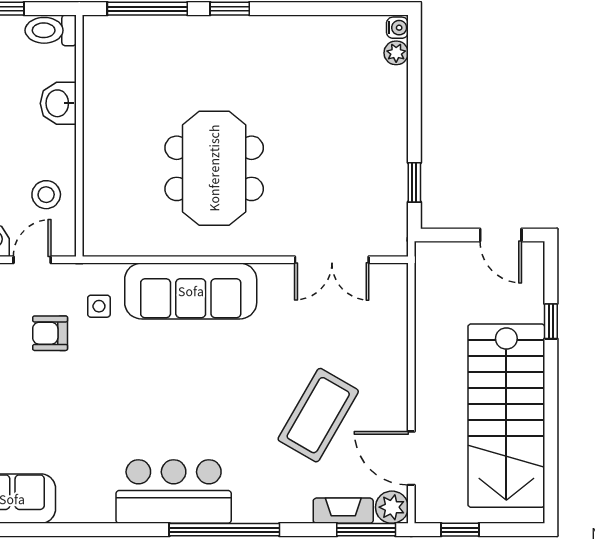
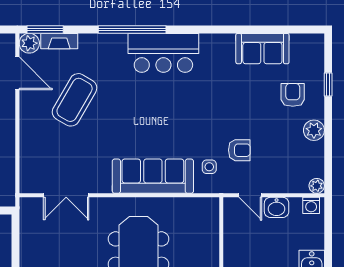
window: (414, 182) -> (15, 243), removed
stool: (46, 195) -> (242, 235), removed
door: (32, 260) -> (250, 195), hinge flipped
double door: (332, 260) -> (66, 195), swing flipped

